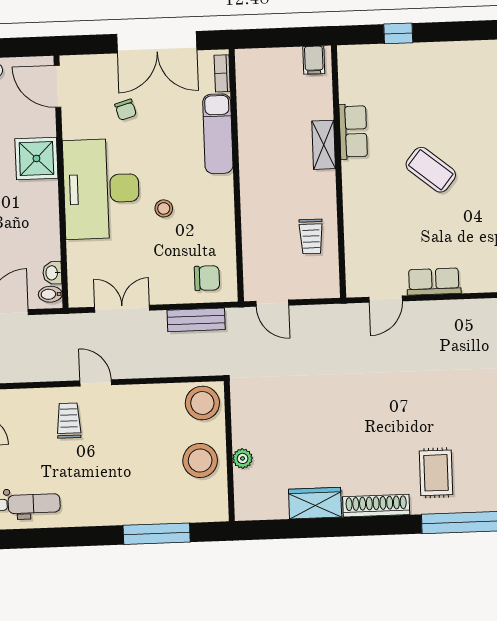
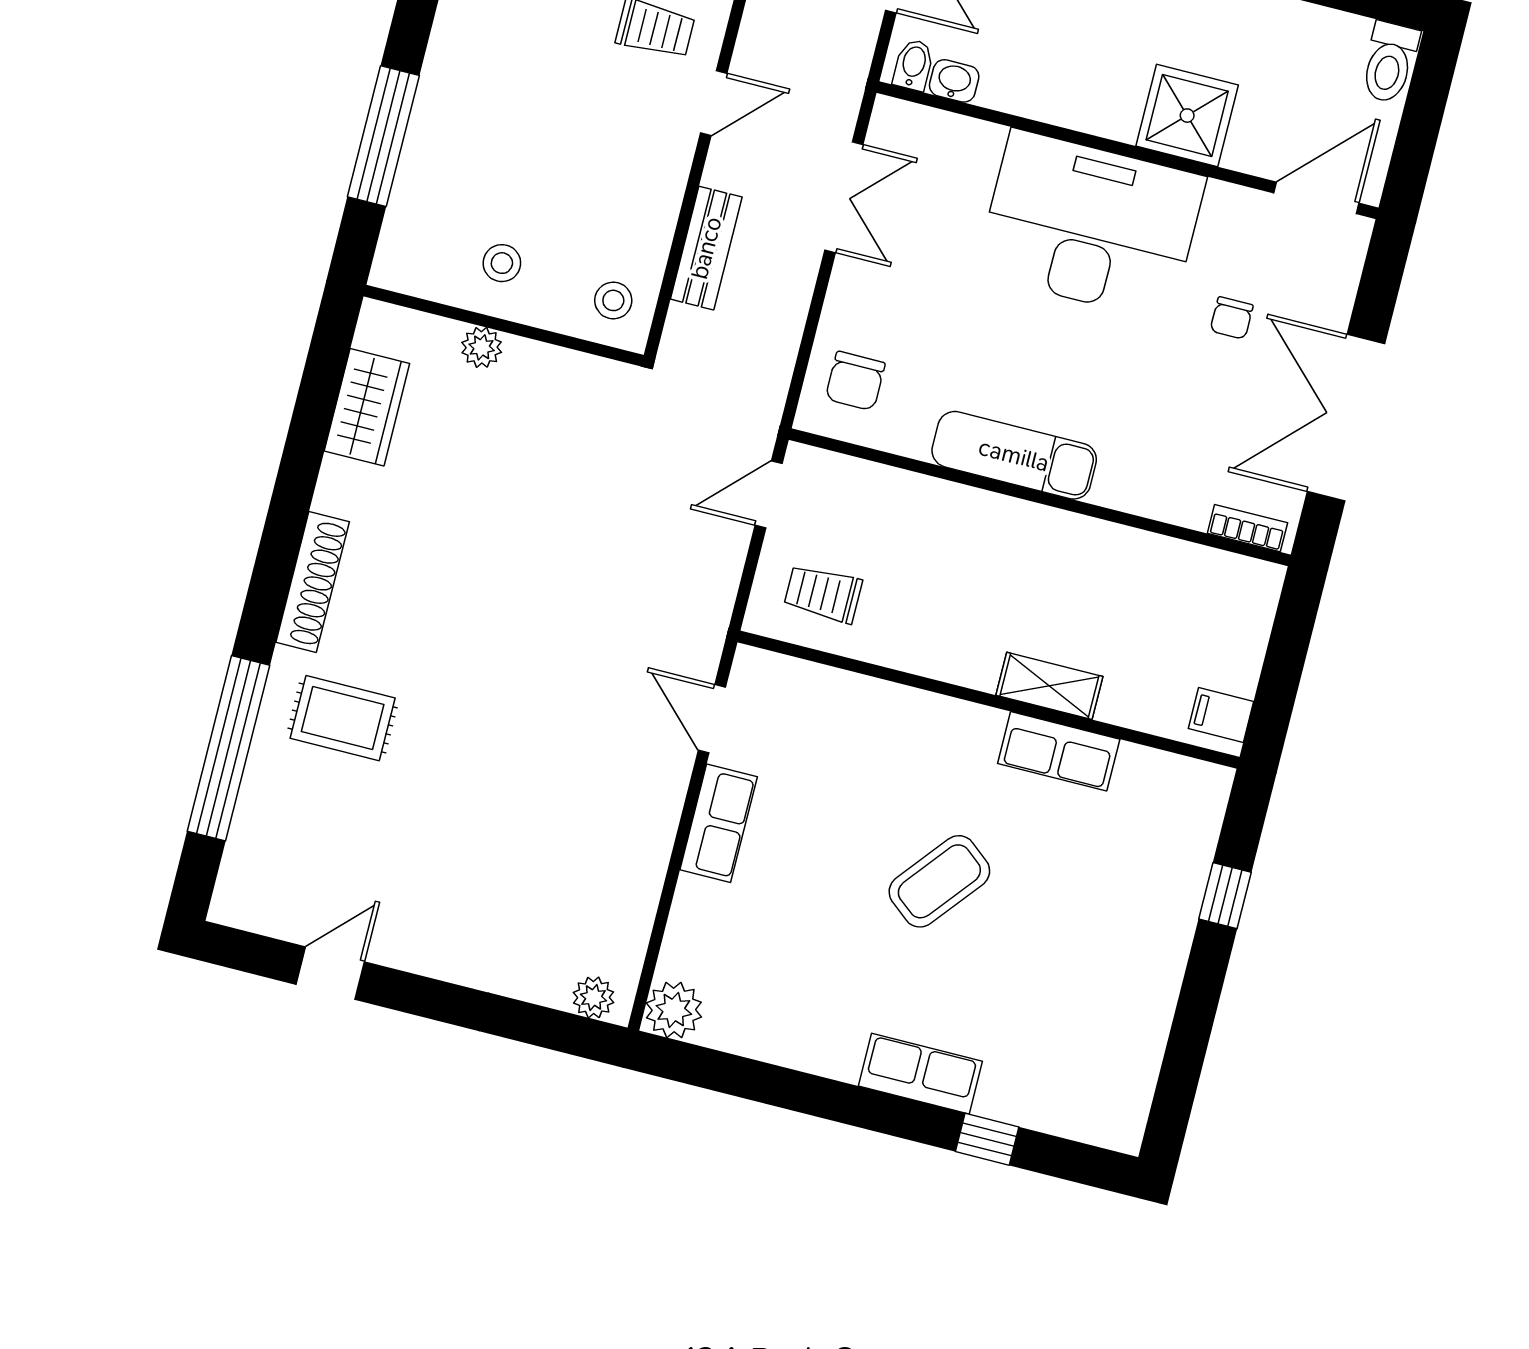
chair: (126, 110) -> (1232, 318), turned -74
exam couch: (218, 134) -> (1014, 455), moved
stool: (164, 208) -> (1016, 336), removed
trolley: (311, 236) -> (823, 594), moved
bench: (196, 320) -> (706, 248), moved
stool: (202, 403) -> (613, 300), width x0.53, depth x0.53
stool: (200, 461) -> (502, 263), width x0.53, depth x0.53
wardrobe: (315, 503) -> (367, 407), moved

